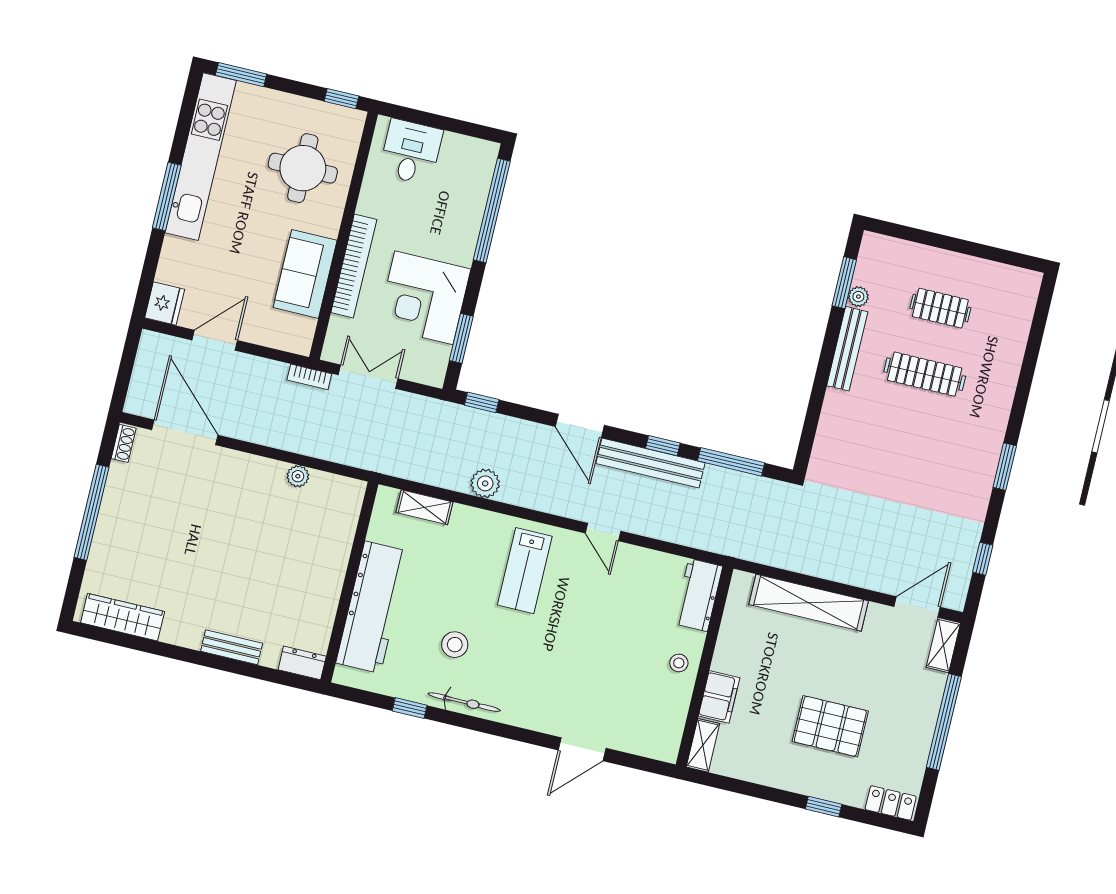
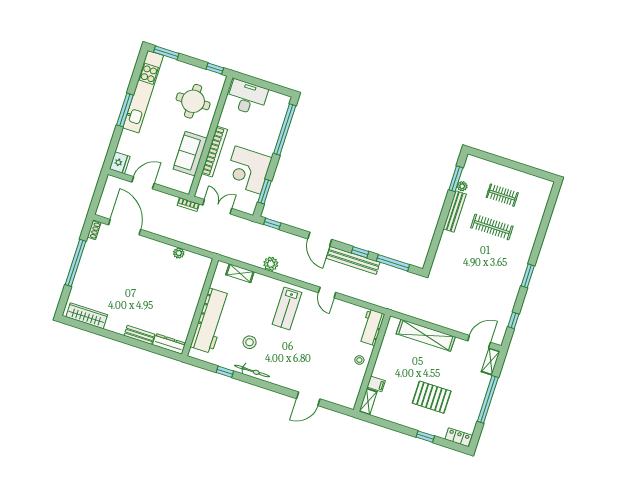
desk: (411, 152) -> (247, 97), width x1.37
dresser: (302, 663) -> (169, 344), width x1.44
filing cabinet: (719, 697) -> (376, 384), width x0.50

